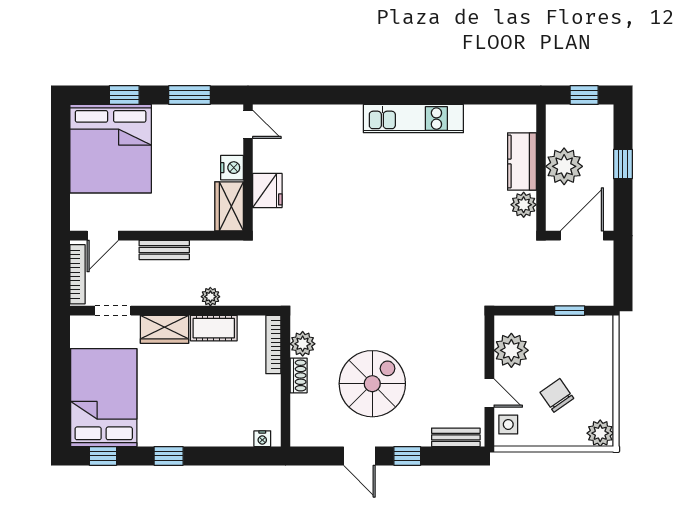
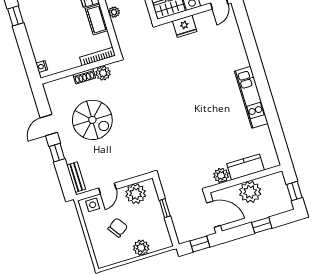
window: (623, 272) -> (200, 244), added
window: (570, 311) -> (165, 208), moved
plant: (600, 433) -> (141, 248), moved

